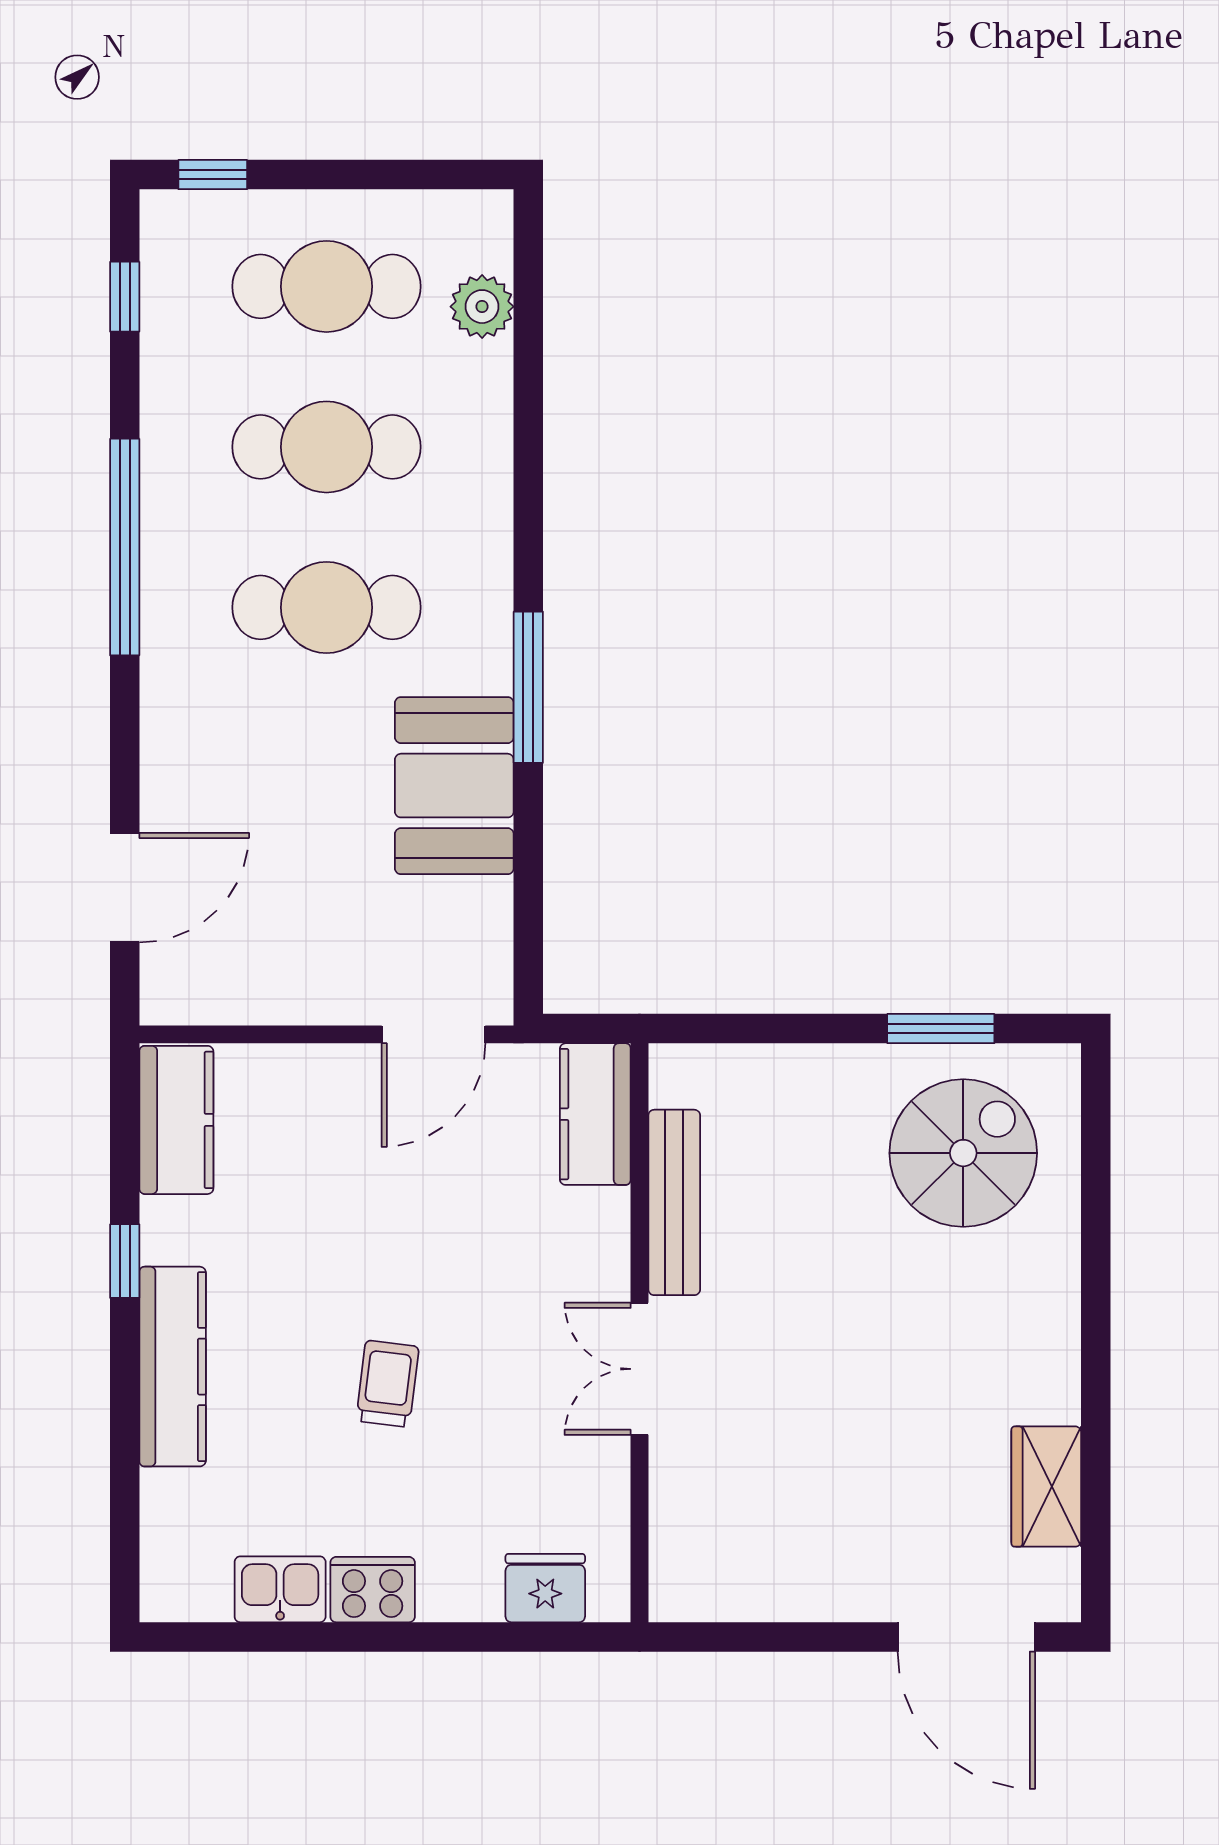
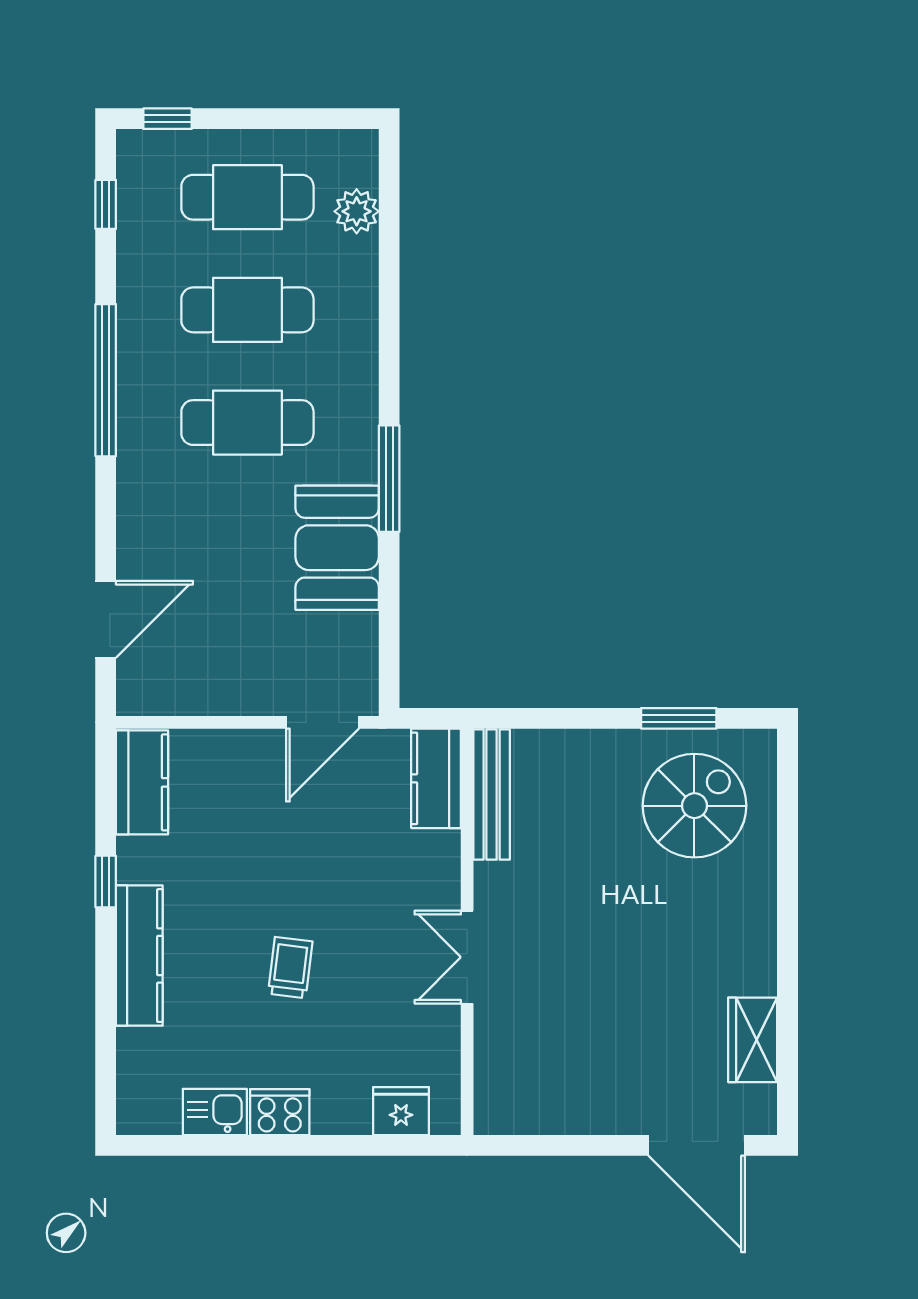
bench: (674, 1202) -> (492, 795), moved

